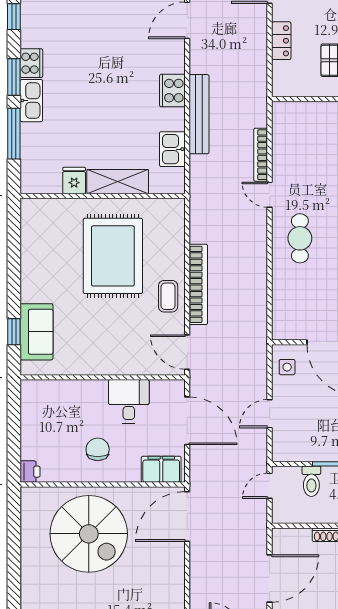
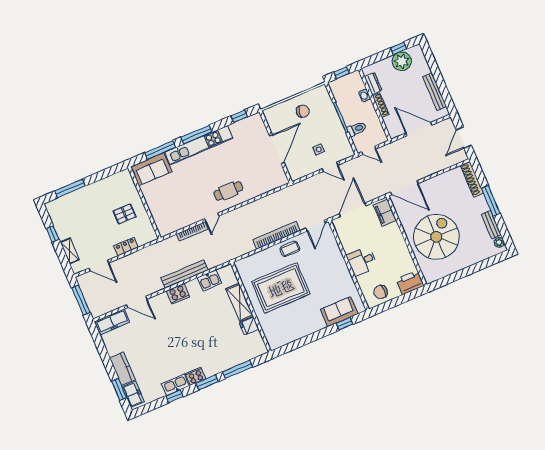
kitchen sink: (31, 101) -> (175, 385), moved
side table: (287, 367) -> (319, 149), moved
desk: (129, 401) -> (362, 261), moved
chair: (98, 449) -> (381, 292), moved
printer: (30, 472) -> (410, 283), width x1.87, depth x1.48

